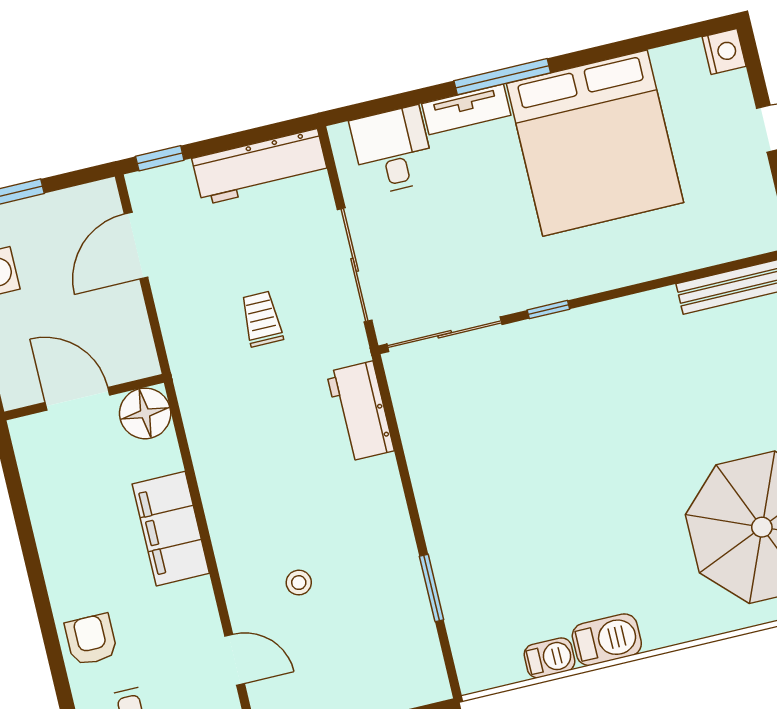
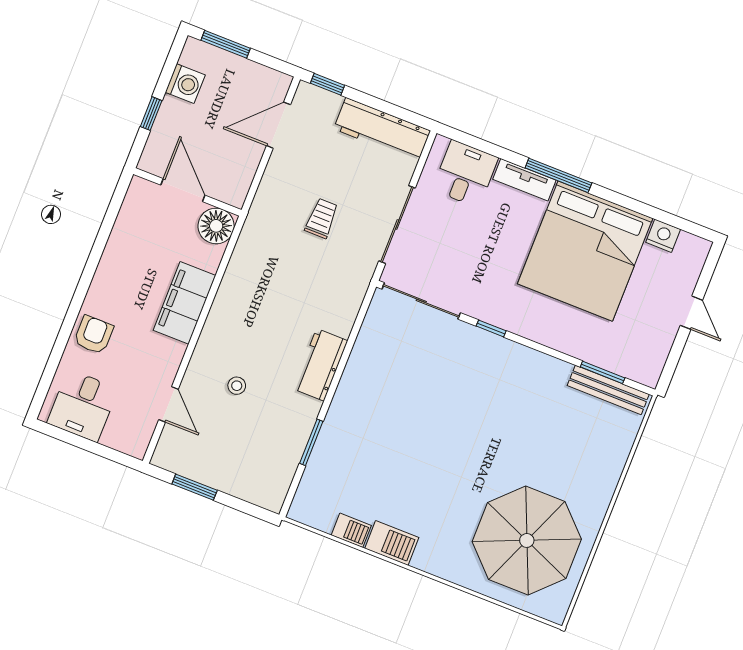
nightstand: (724, 52) -> (663, 236), moved, turned -90
window: (714, 270) -> (603, 372), added
workbench: (360, 411) -> (320, 365), moved

